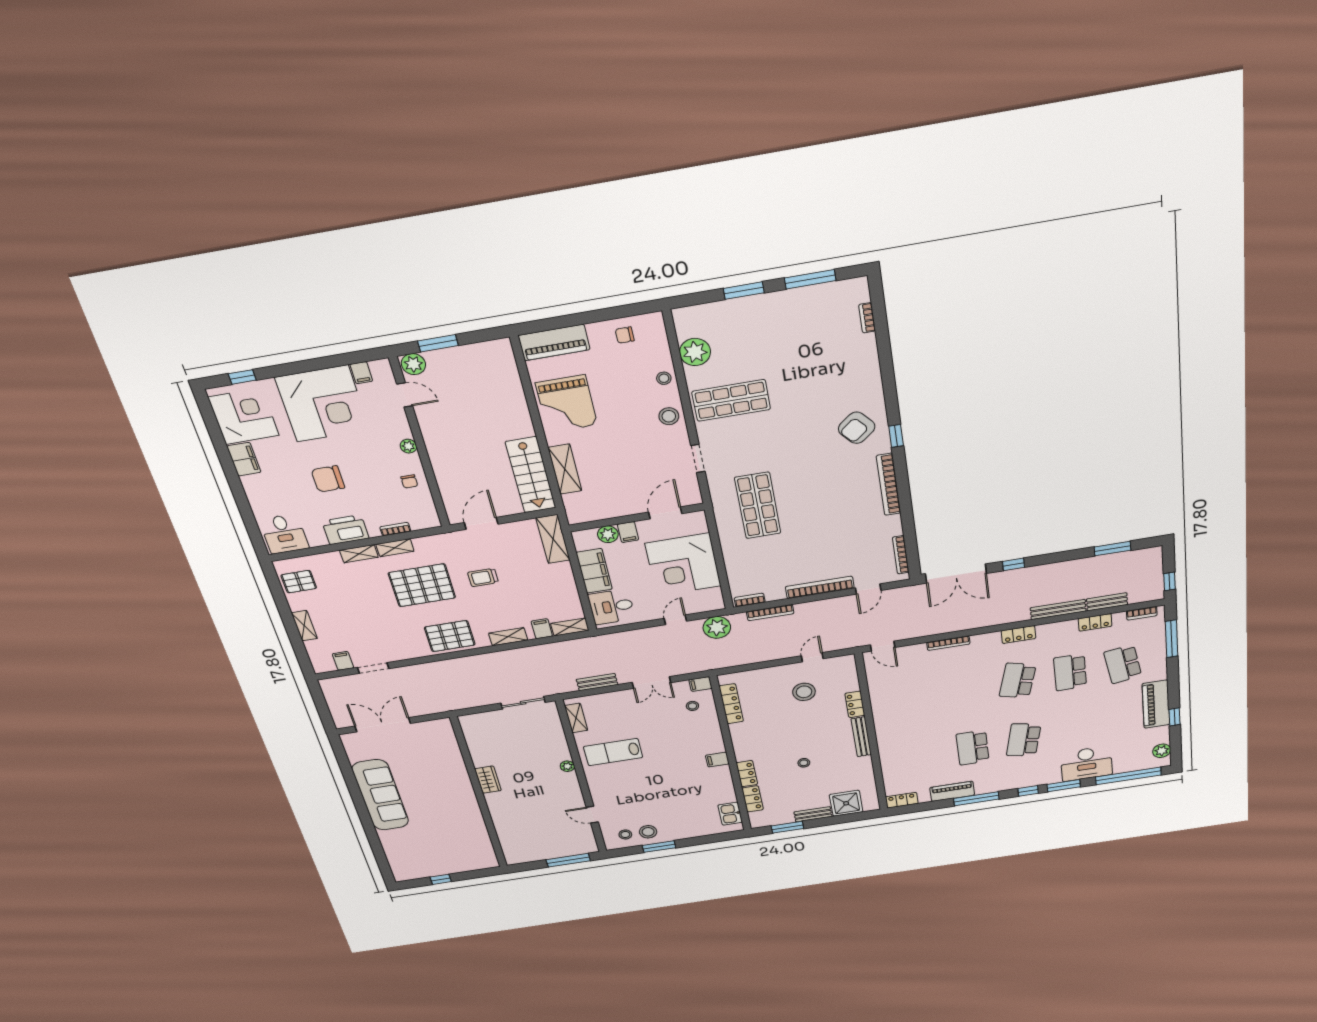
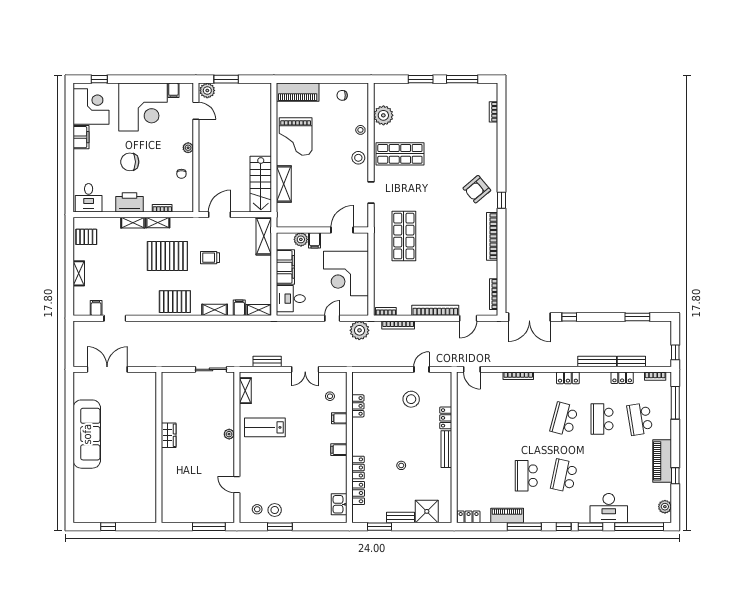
filing cabinet: (700, 684) -> (339, 418), moved
locker: (731, 704) -> (358, 406), width x0.66

